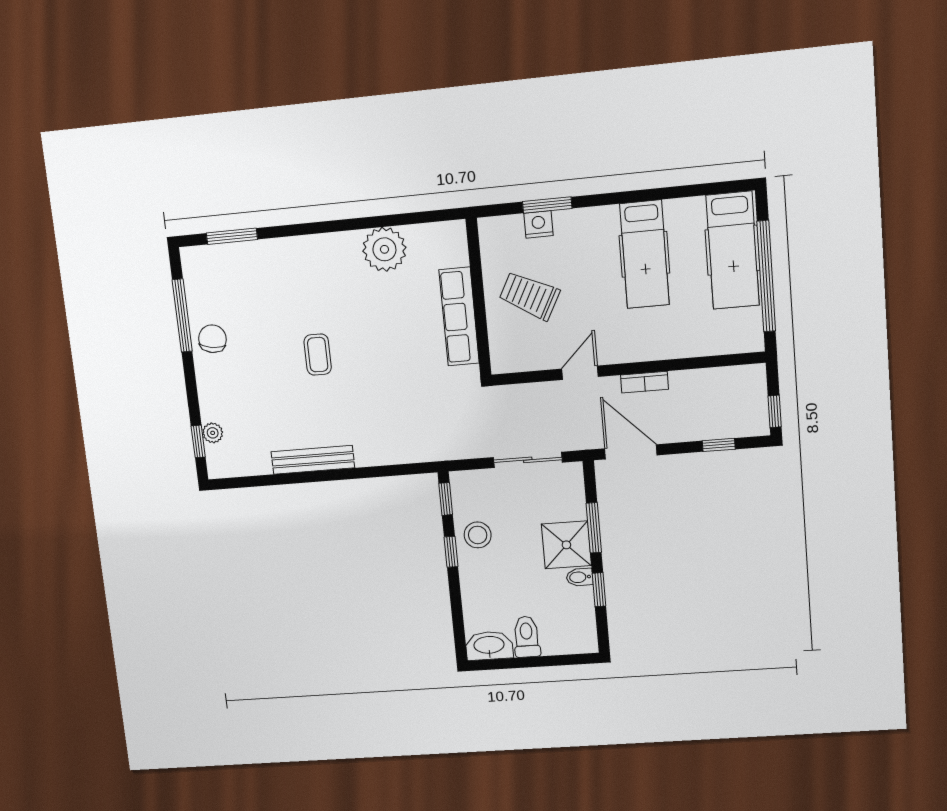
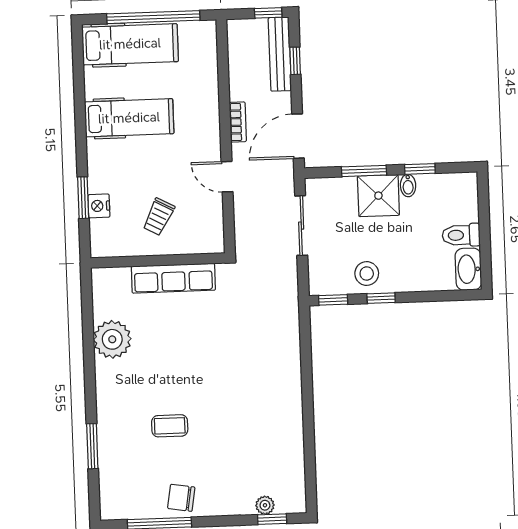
window: (232, 236) -> (92, 446), moved
trolley: (529, 296) -> (159, 217), width x0.73, depth x0.72
coffee table: (318, 355) -> (170, 426), moved
bench: (313, 460) -> (280, 54), moved

